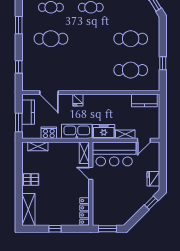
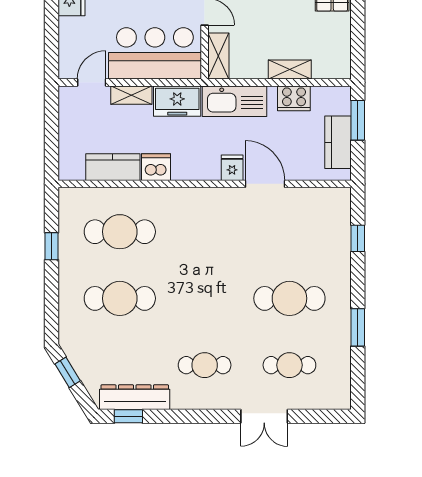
door: (49, 93) -> (265, 184), moved
dishwasher: (114, 100) -> (156, 167), added
kitchen counter: (144, 100) -> (113, 167), moved
shelving: (38, 146) -> (290, 70), moved

